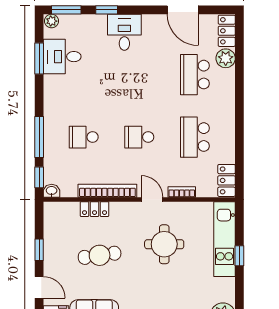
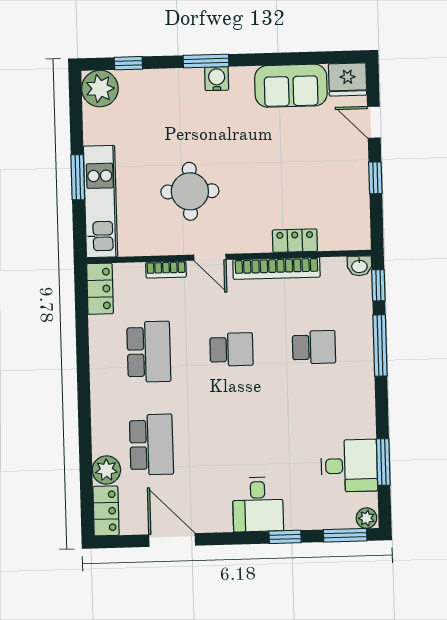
cafe table: (100, 255) -> (285, 172), removed
window: (239, 256) -> (78, 177), width x1.50

